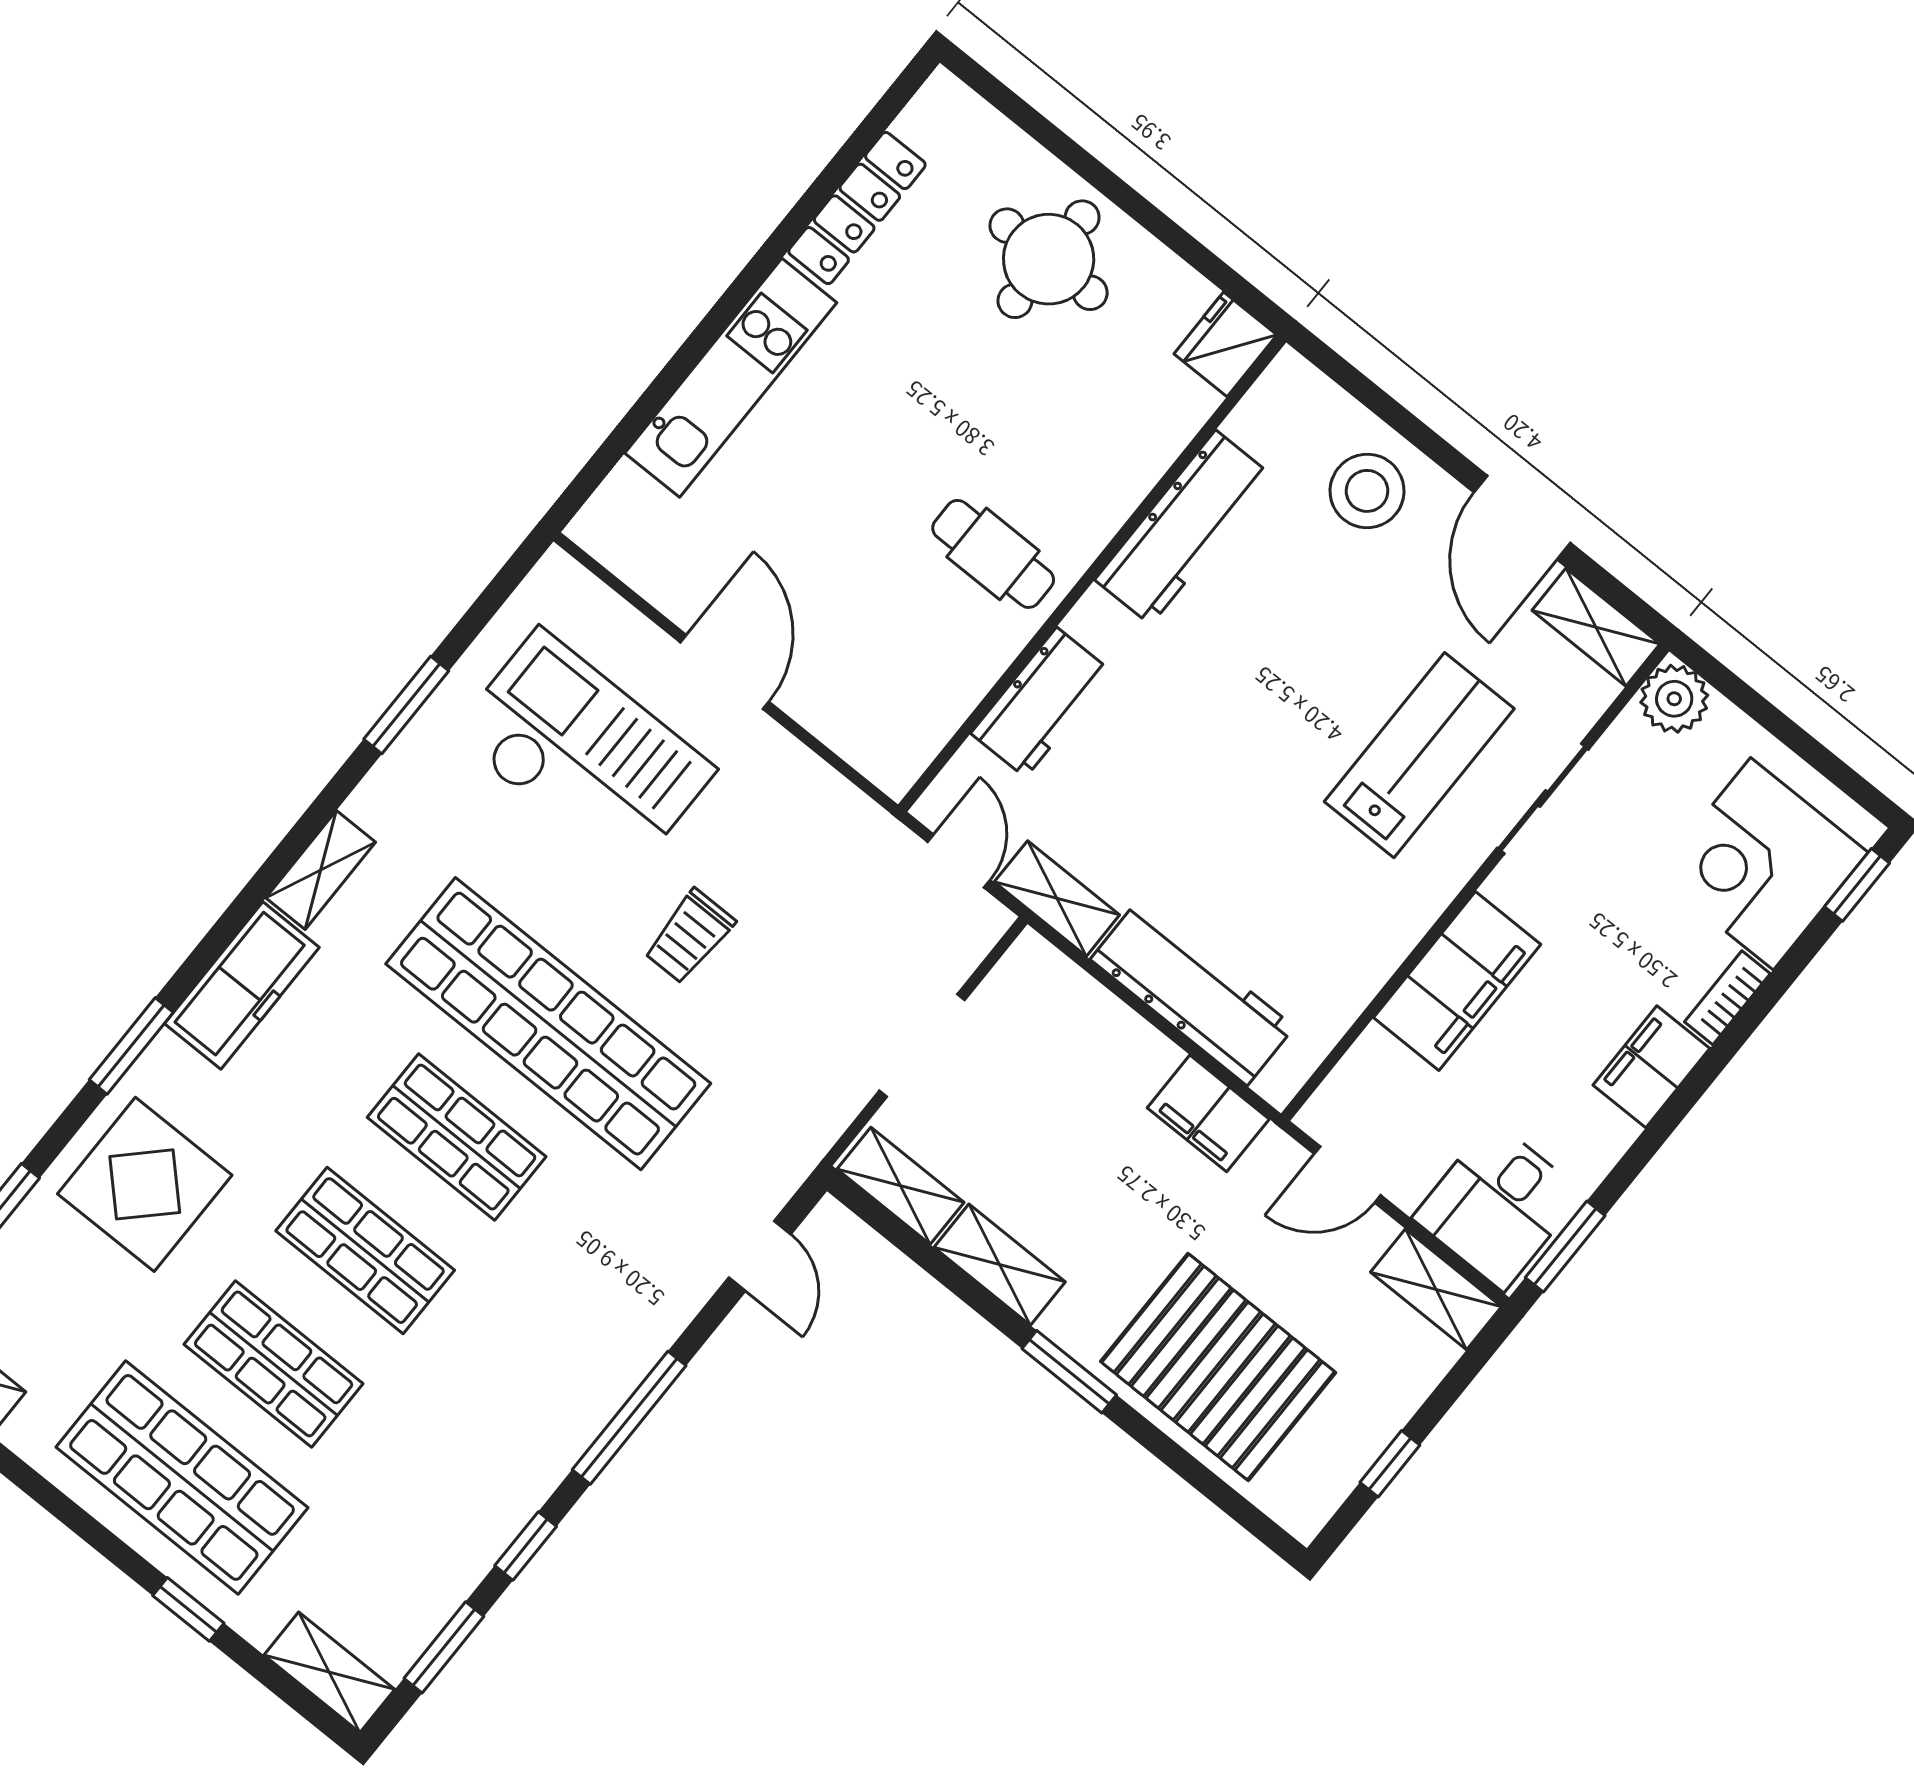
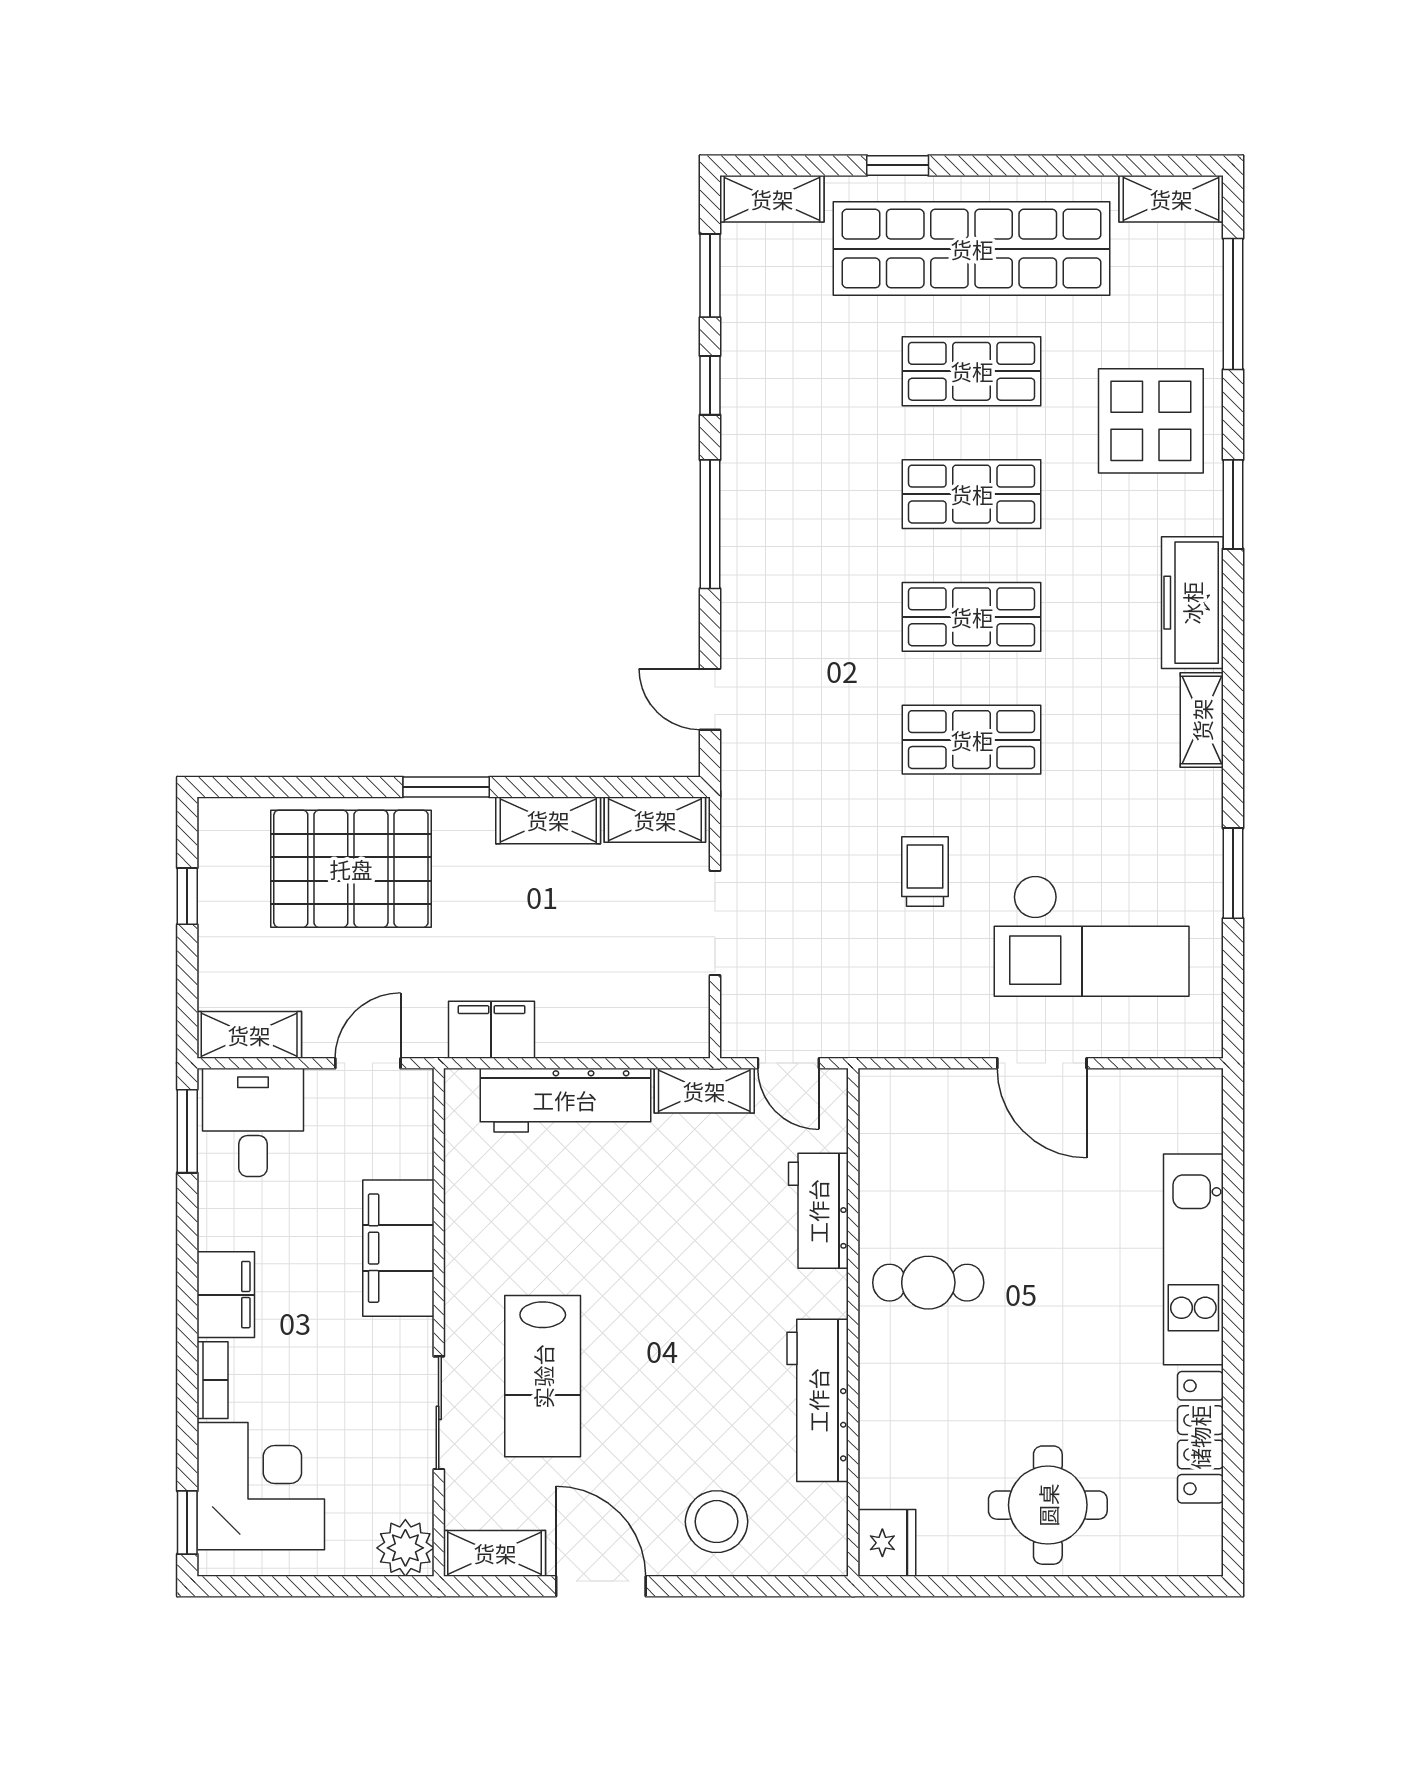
shop shelf: (548, 1024) -> (972, 740), width x0.50, depth x0.74
shop shelf: (182, 1477) -> (972, 249), width x1.40

